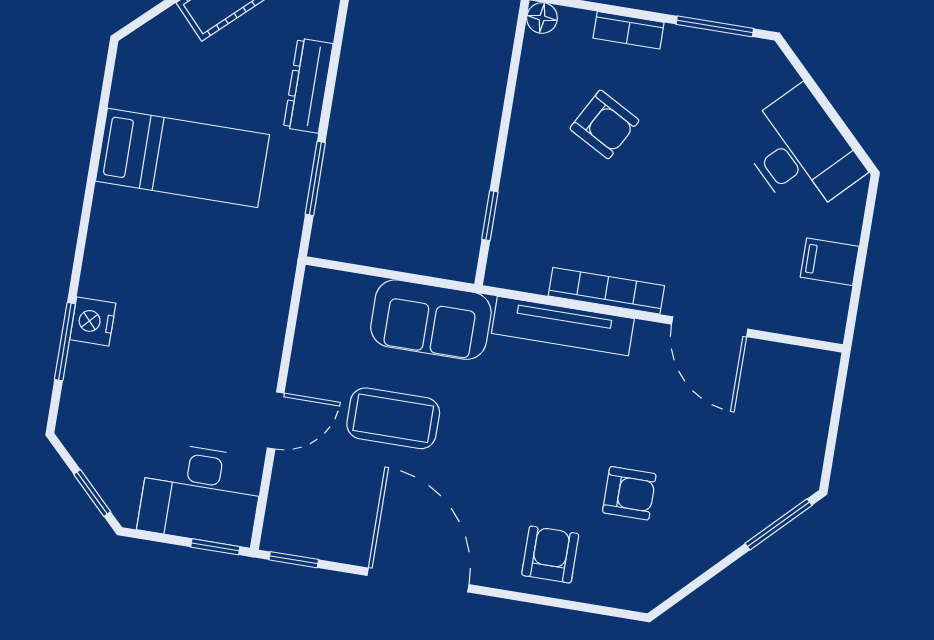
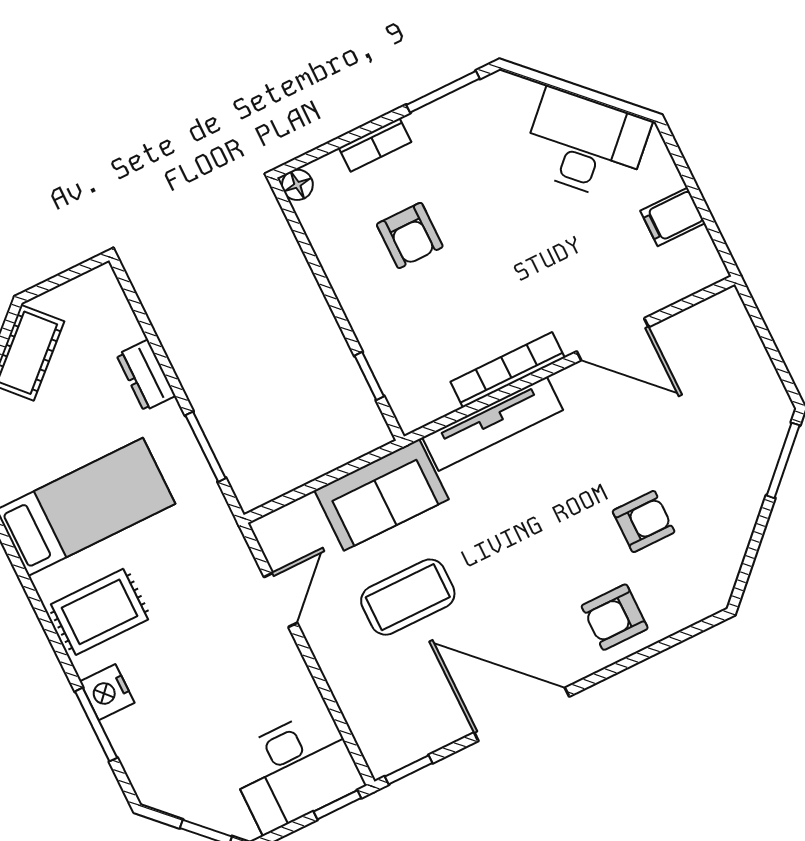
dresser: (308, 86) -> (146, 375), width x0.70
armchair: (604, 124) -> (410, 235), turned 61
rug: (133, 252) -> (99, 612), added
door: (276, 420) -> (281, 600), moved
armchair: (550, 555) -> (615, 617), turned -90

